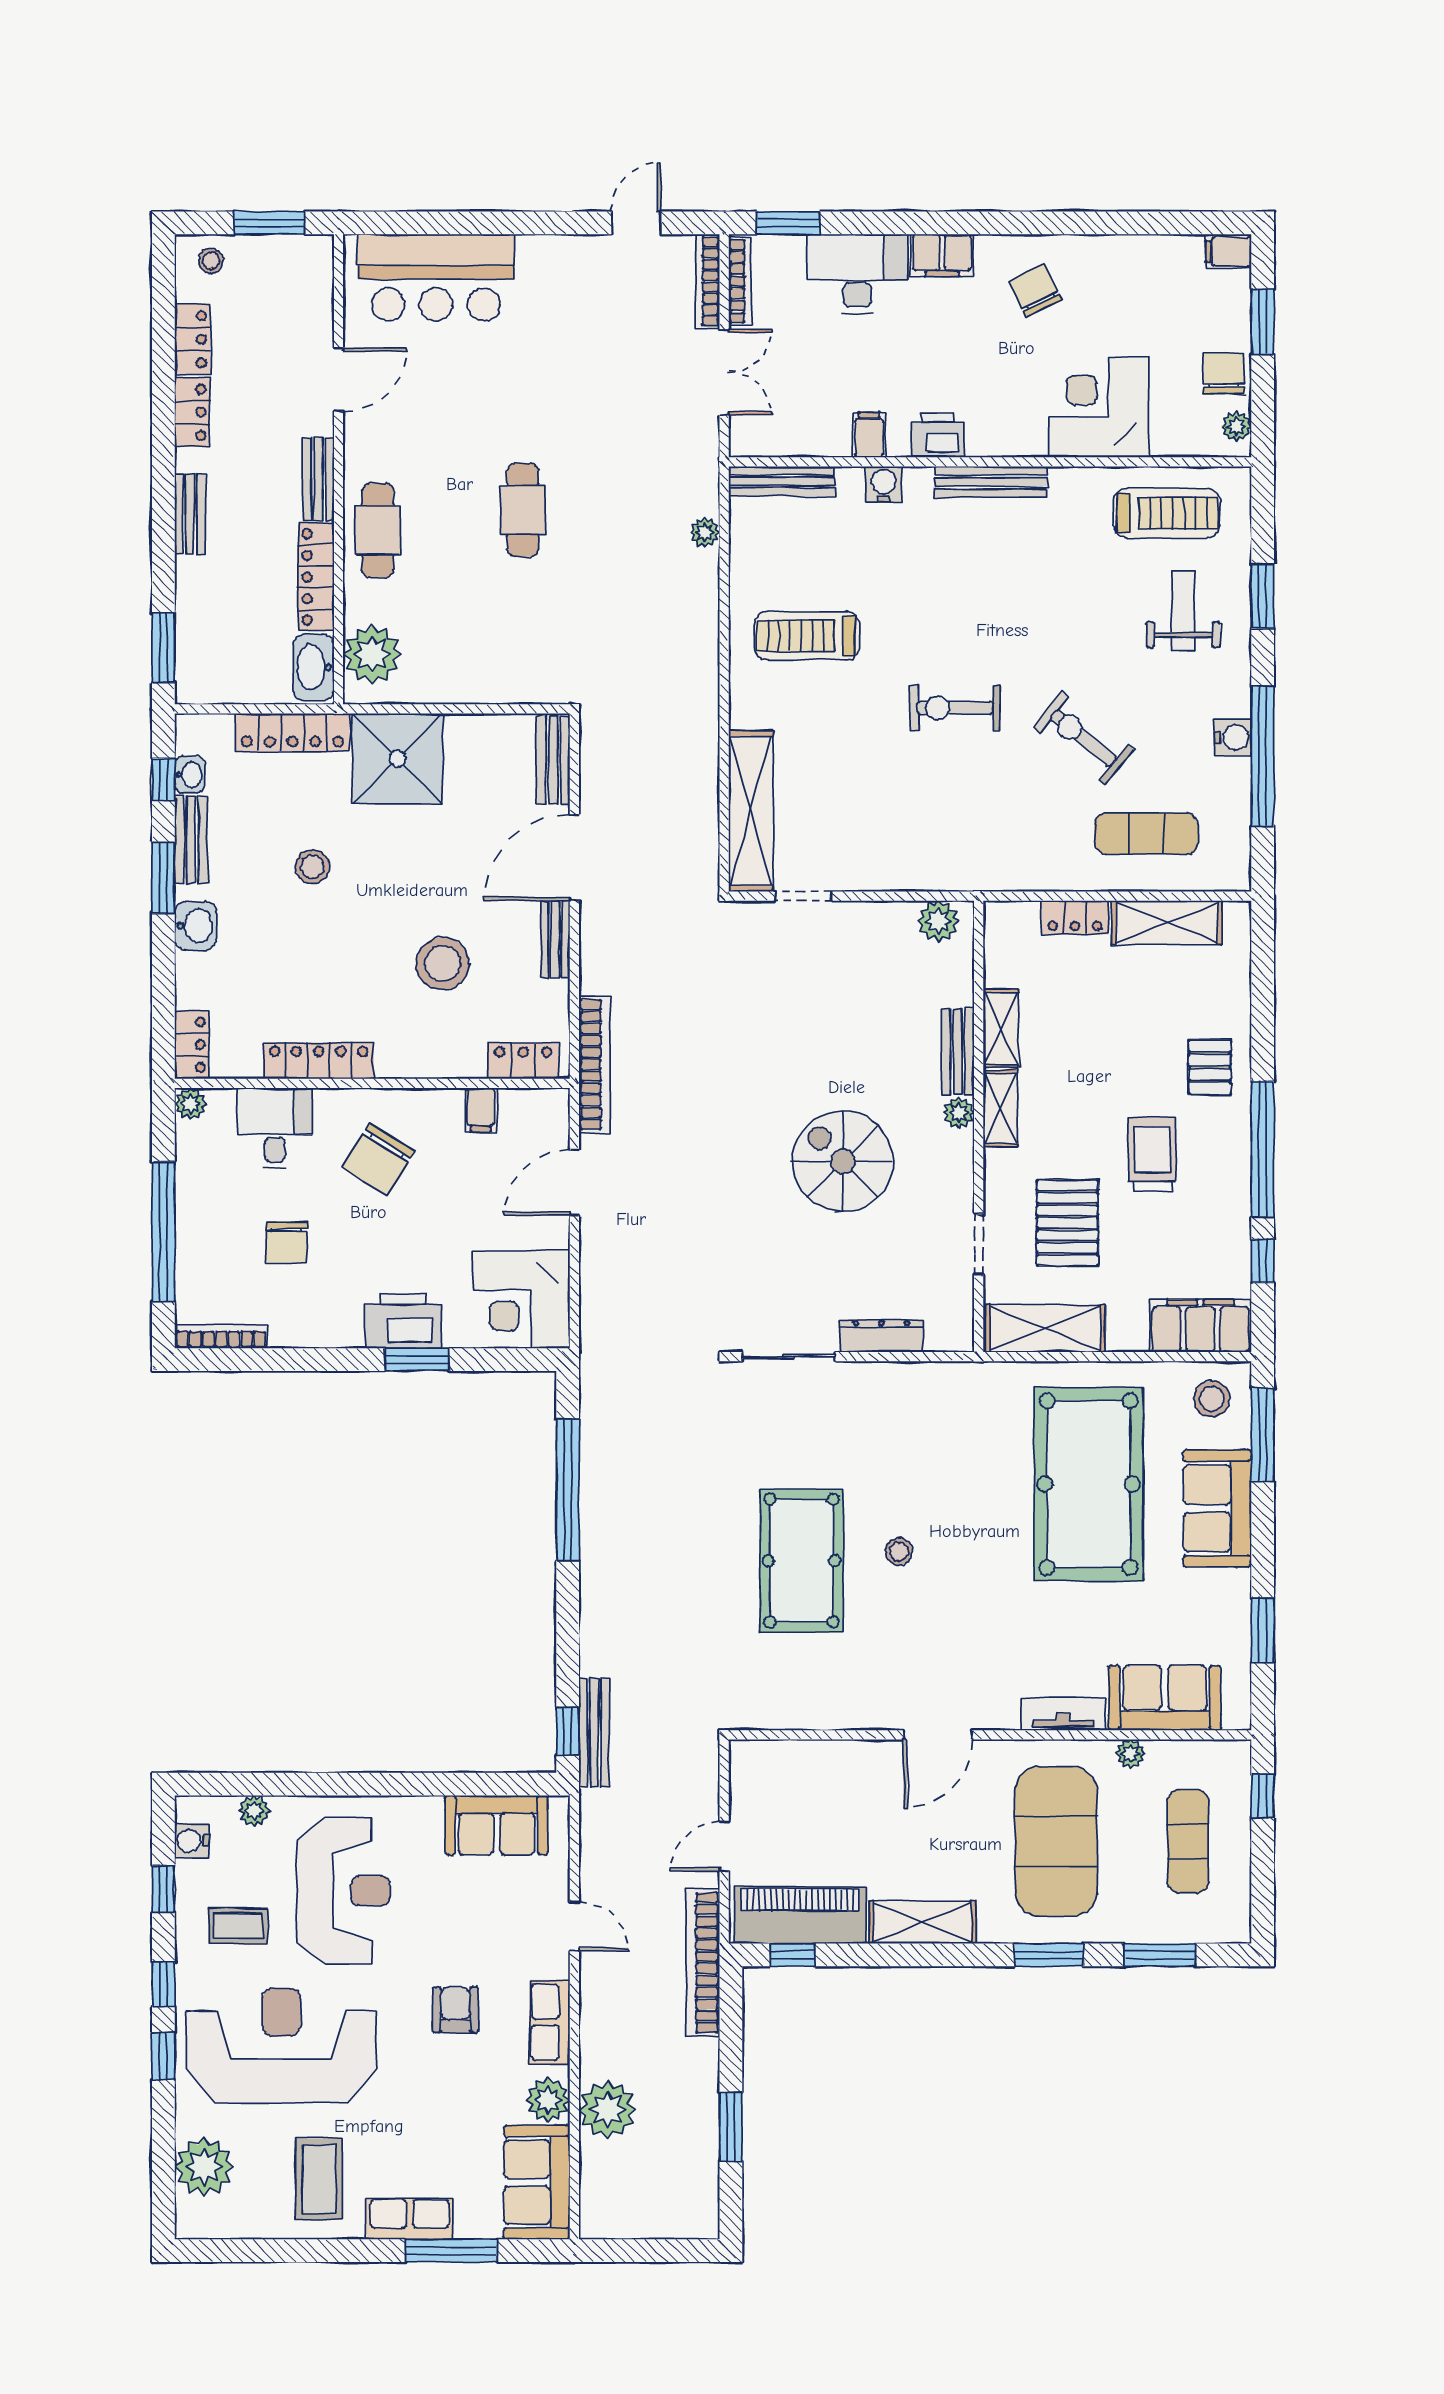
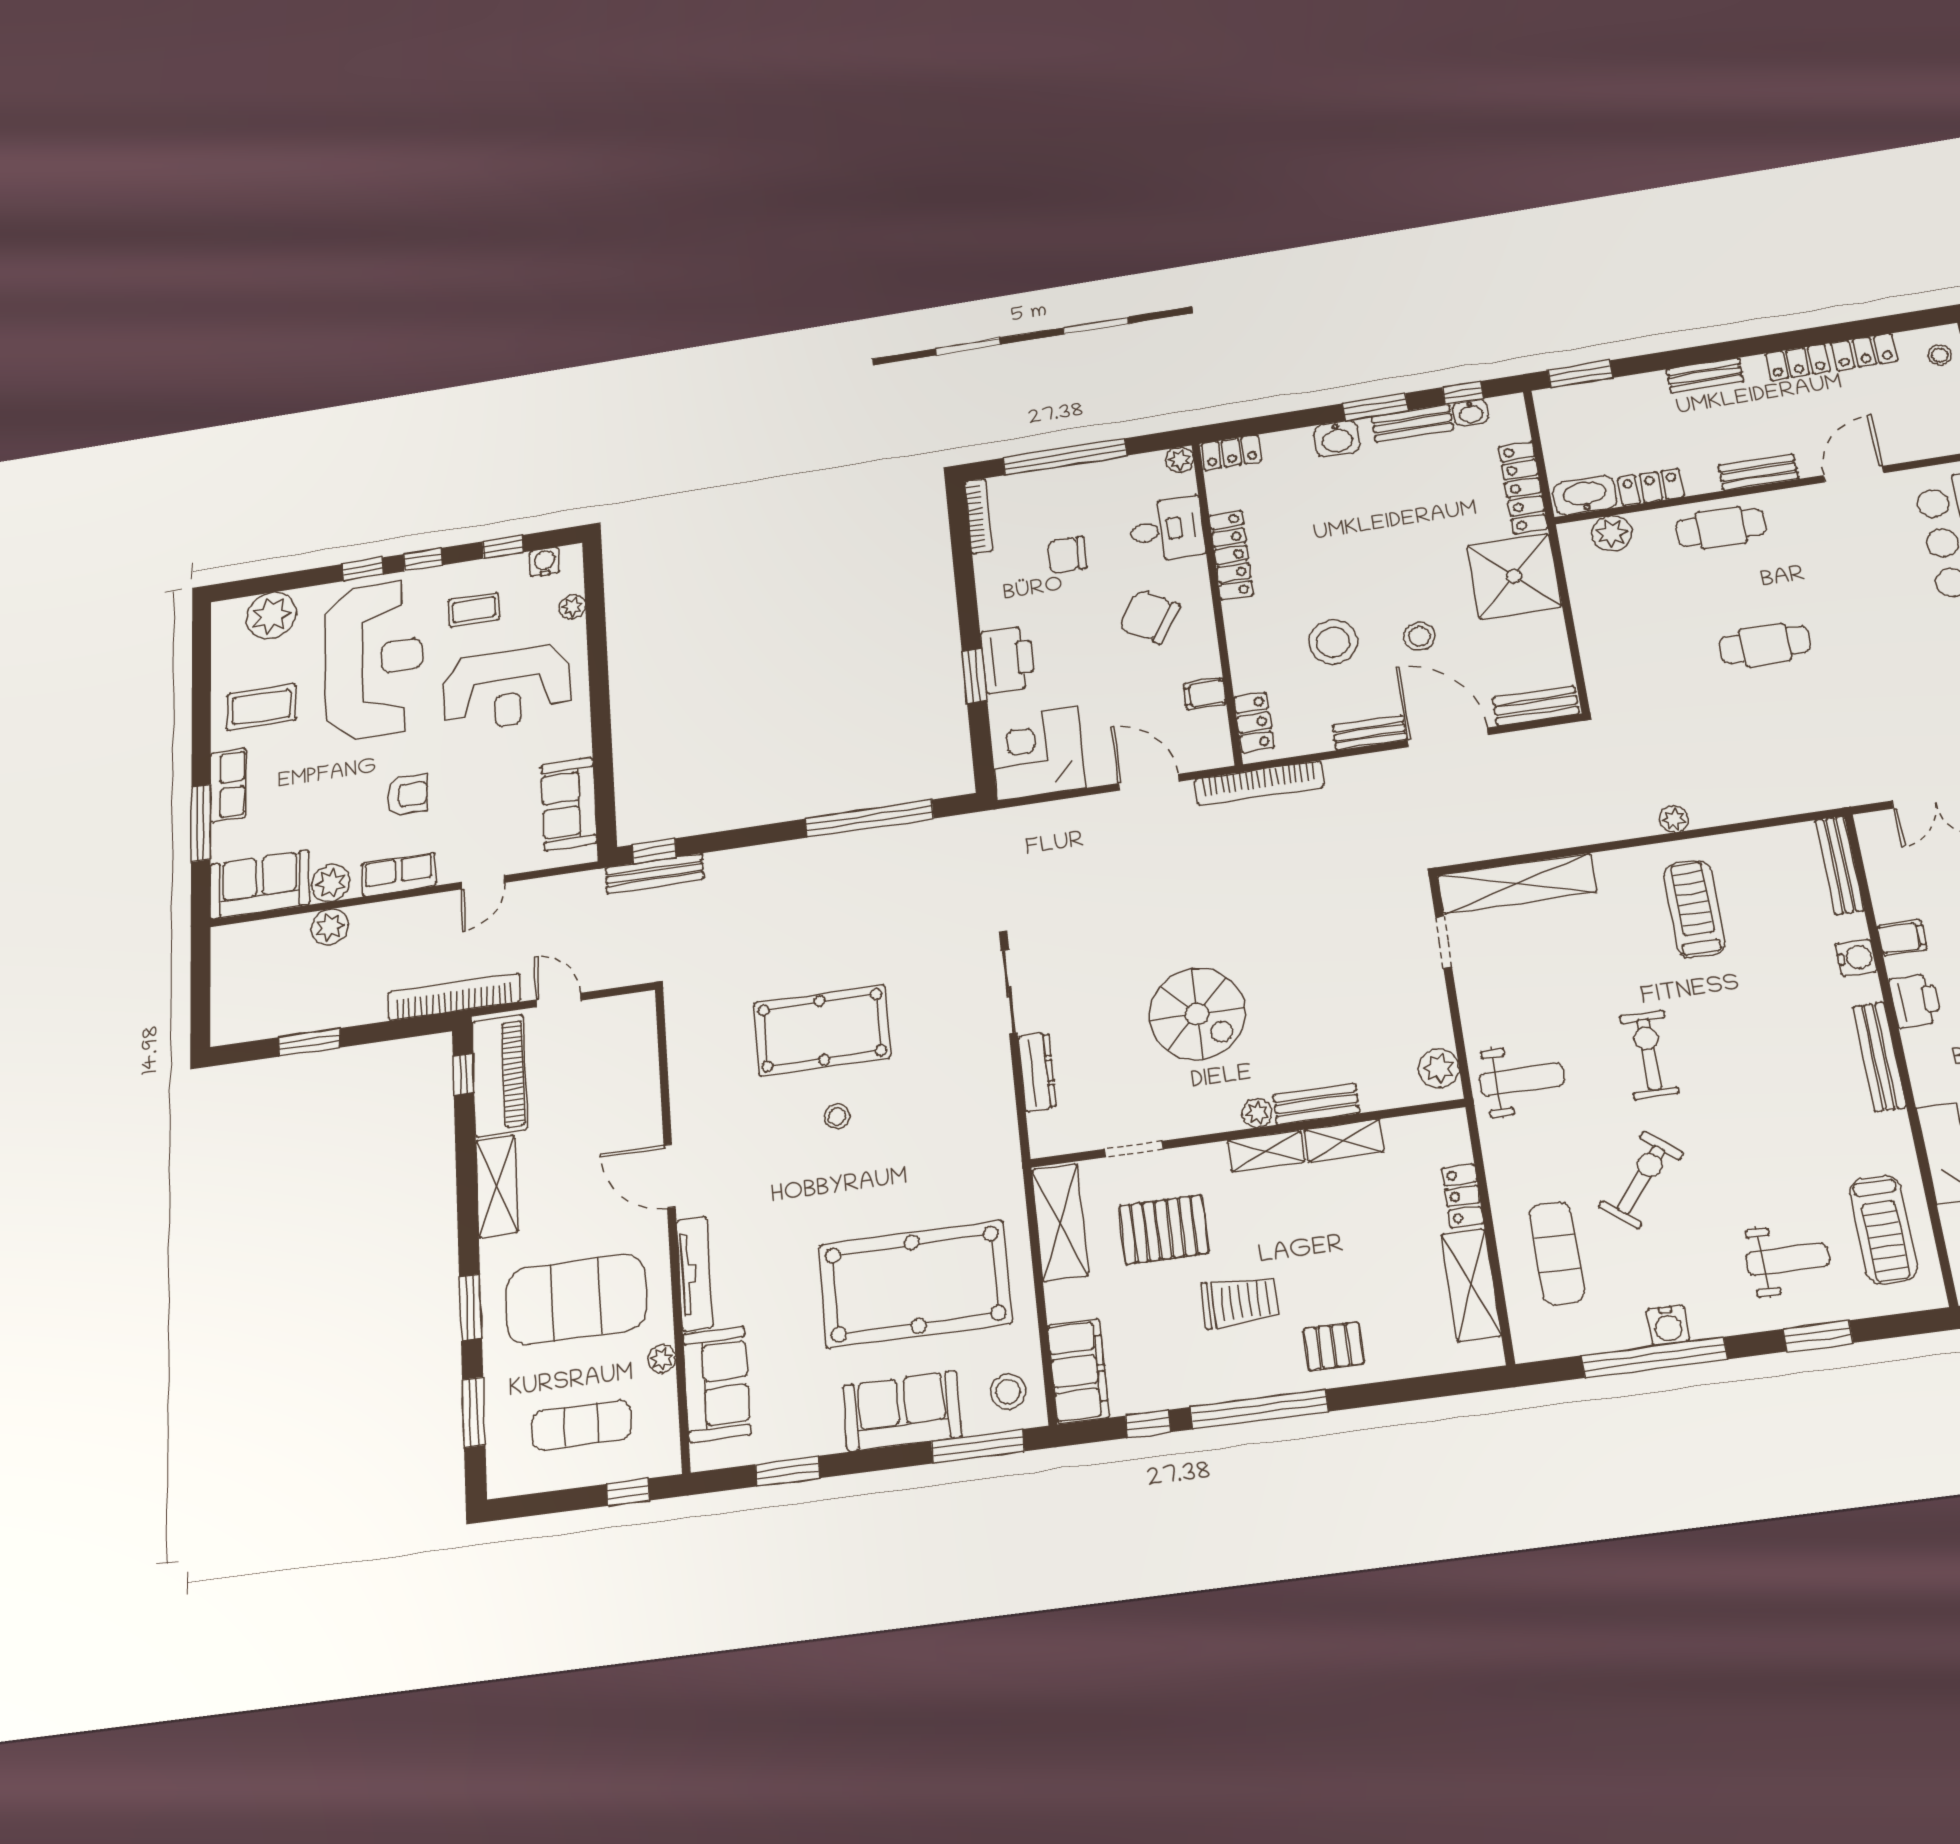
door: (339, 380) -> (1854, 474), swing flipped
plant: (705, 532) -> (1674, 819), moved
locker: (316, 577) -> (1651, 487), width x0.66
plant: (372, 654) -> (1612, 533), width x0.73, depth x0.73
weight bench: (963, 839) -> (1522, 1080), added
stool: (312, 867) -> (1419, 636), moved
spiral stairs: (843, 1161) -> (1197, 1014), turned 90
tv unit: (1063, 1714) -> (694, 1273), width x1.41
coffee table: (238, 1926) -> (474, 610), turned 90
plant: (608, 2109) -> (330, 927), width x0.73, depth x0.73

